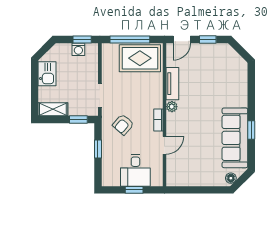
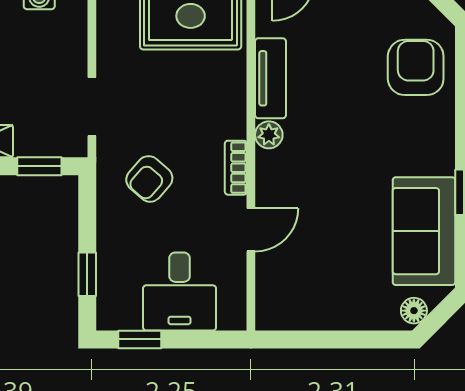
armchair: (232, 79) -> (416, 67), added
sofa: (235, 138) -> (424, 231), width x0.73
window: (98, 149) -> (87, 274), moved
window: (134, 190) -> (140, 339), moved

